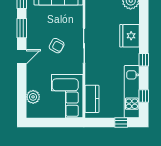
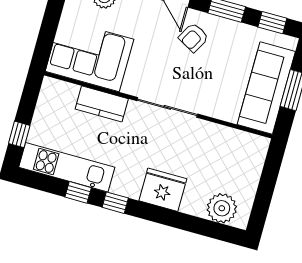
armchair: (57, 46) -> (194, 37), moved
window: (144, 96) -> (78, 192), moved
kitchen counter: (92, 99) -> (102, 104), moved

